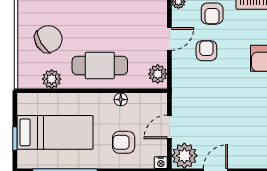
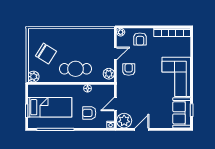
chair: (48, 39) -> (46, 54), turned 63
armchair: (206, 51) -> (129, 70), moved
plant: (52, 79) -> (33, 77), moved

